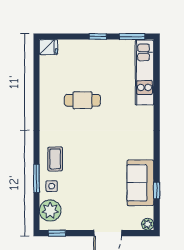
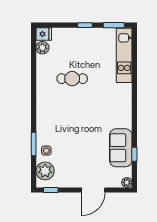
plant: (47, 63) -> (42, 48), added
coffee table: (55, 159) -> (49, 128), removed

